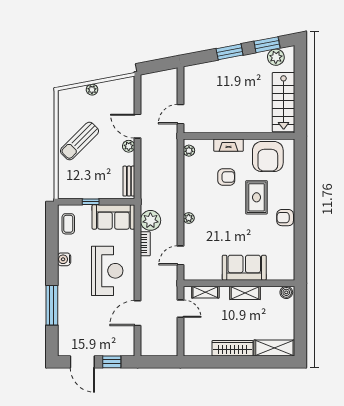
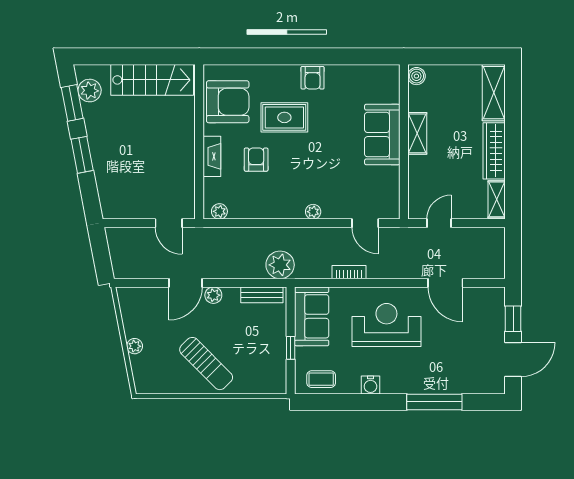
plant: (150, 220) -> (280, 265), moved
shelving: (205, 292) -> (497, 199), moved

